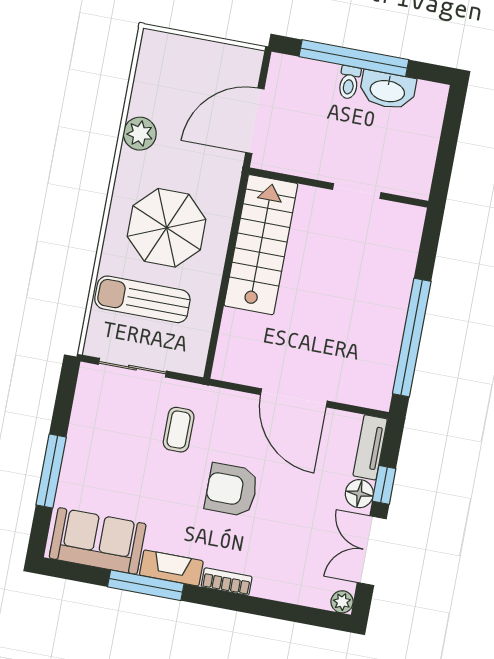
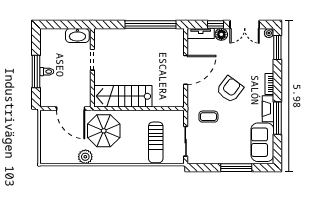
window: (354, 58) -> (36, 71), width x0.68
washbasin: (388, 90) -> (77, 35), moved, turned 90
parasol: (167, 228) -> (104, 131), moved
armchair: (231, 490) -> (230, 89), turned -143
window: (306, 615) -> (277, 47), added

